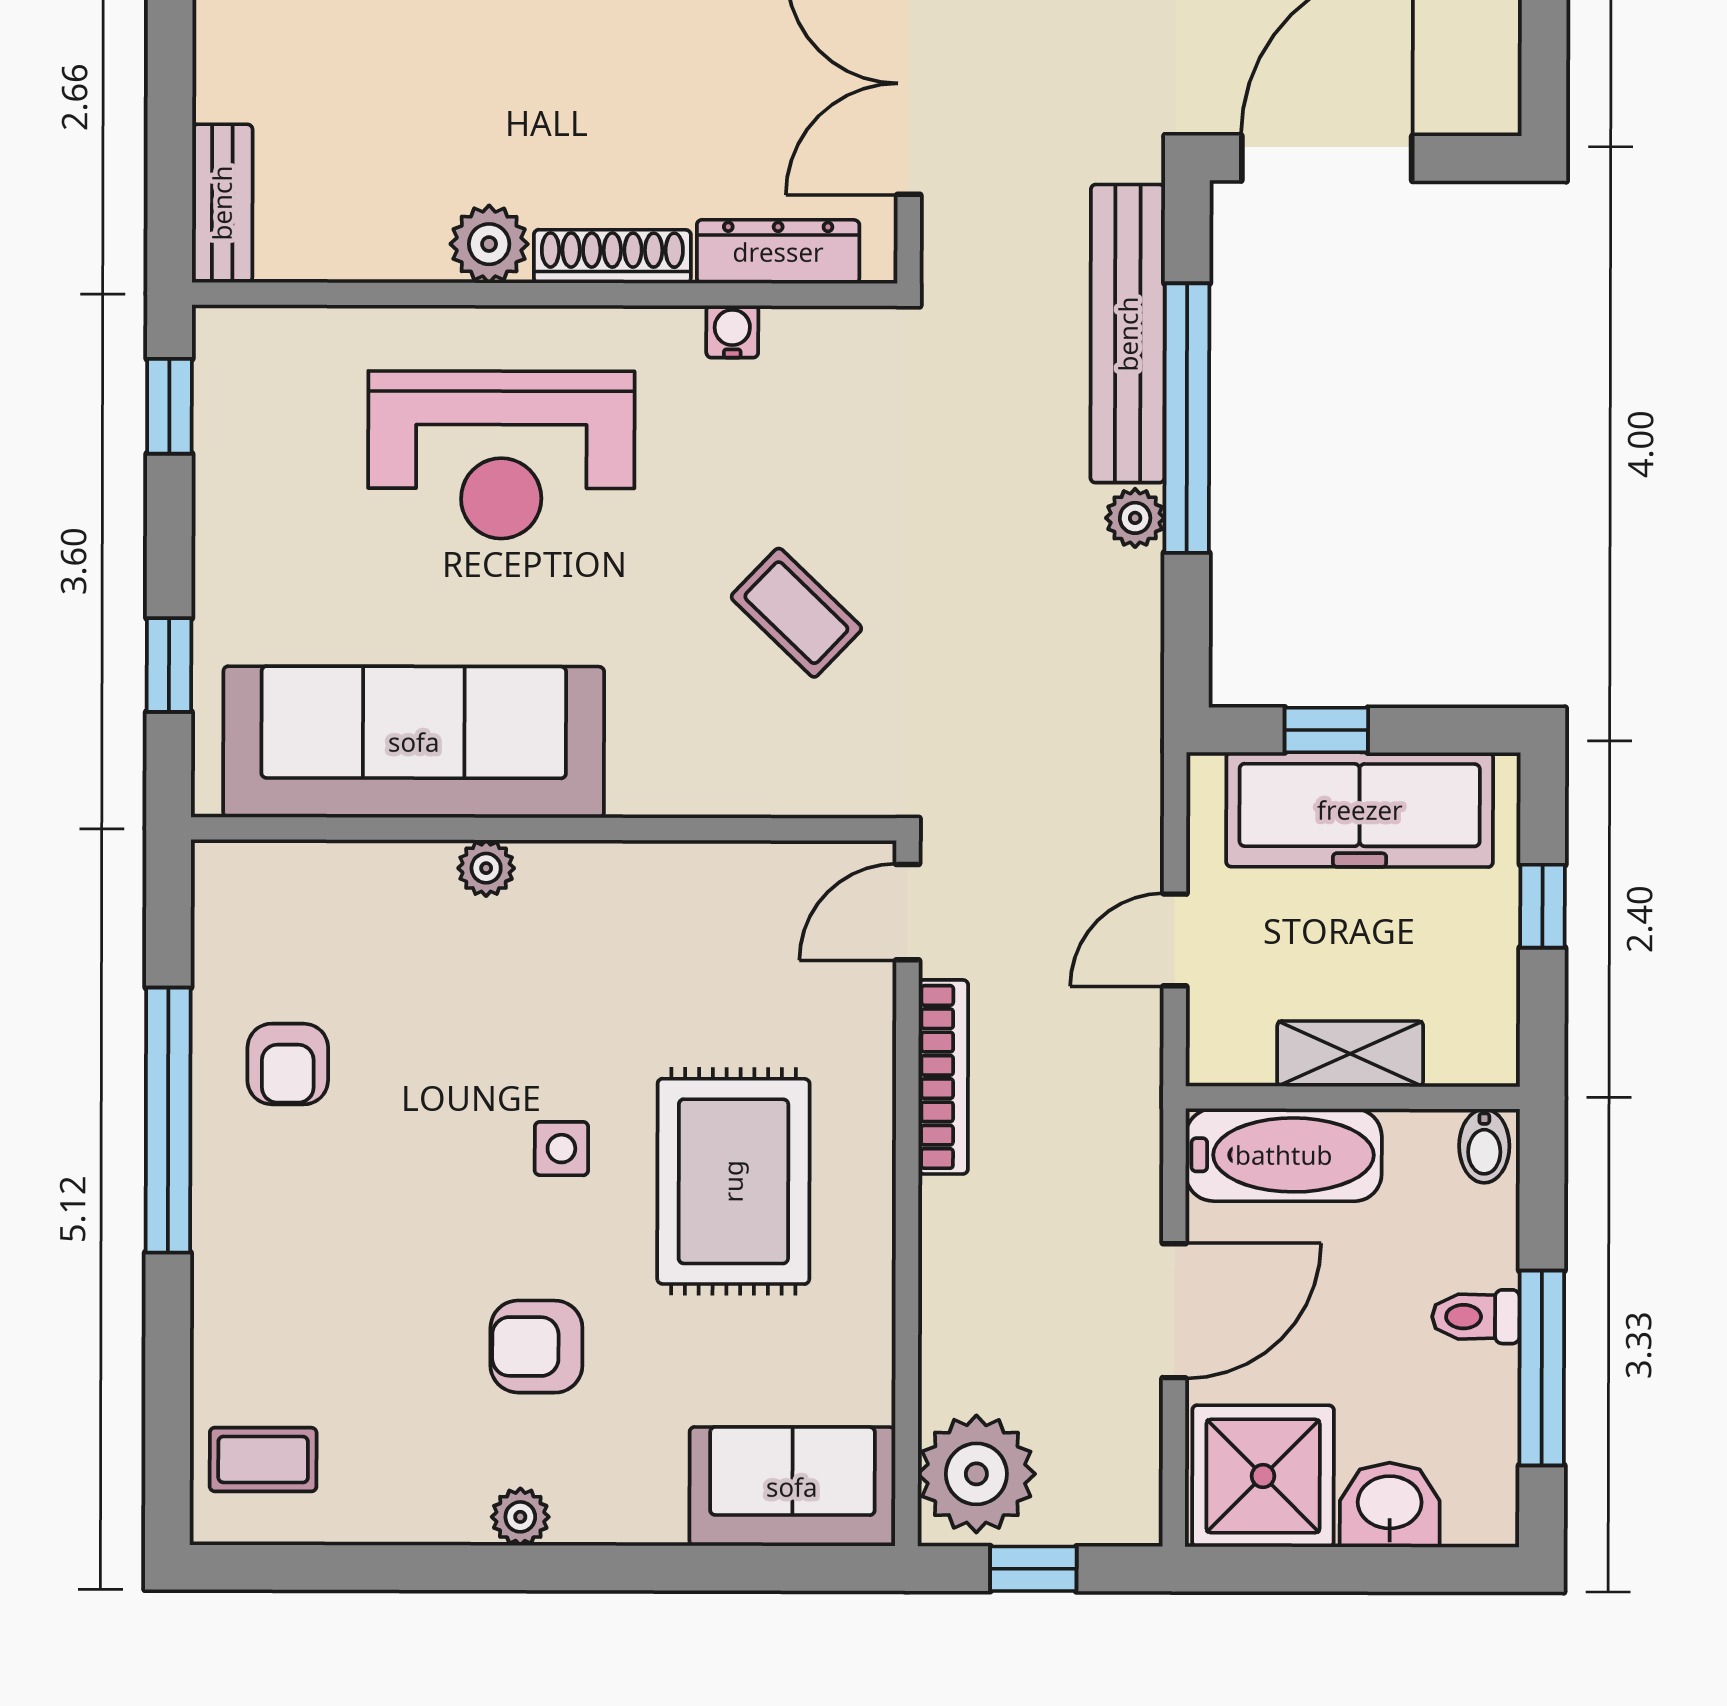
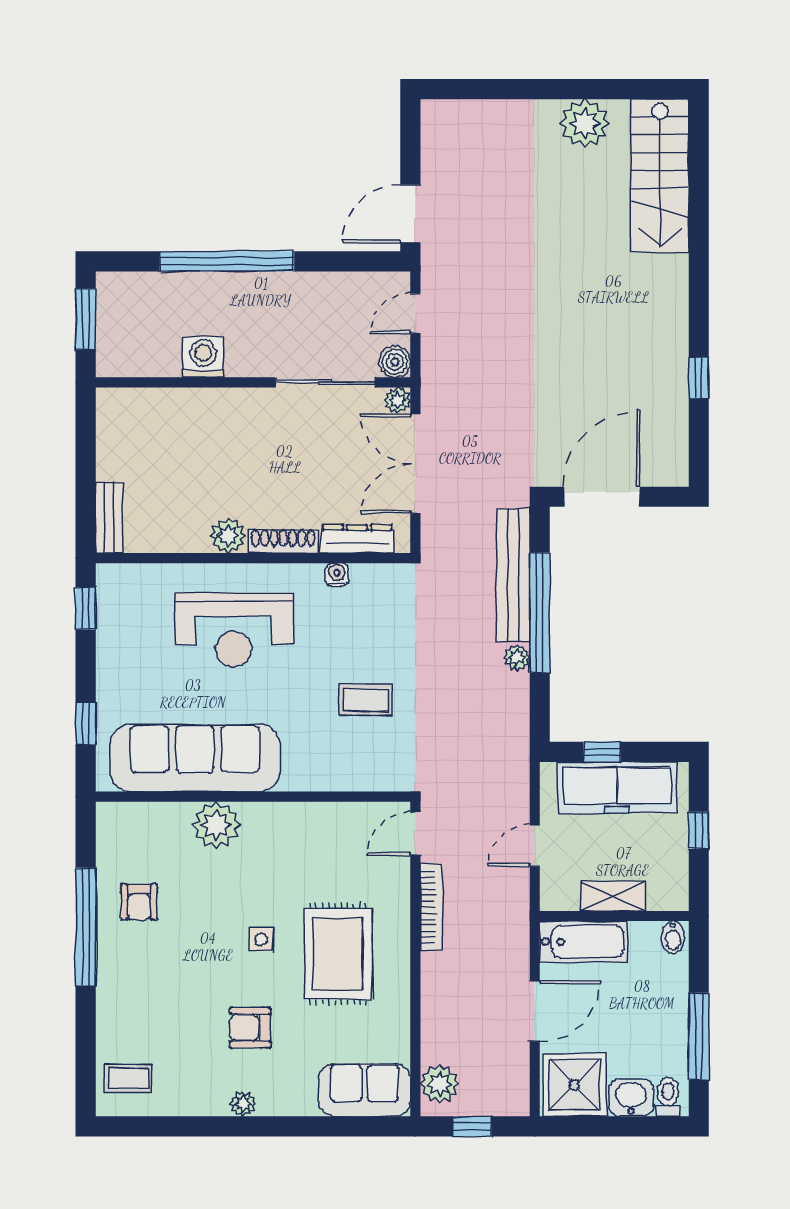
coffee table: (796, 613) -> (366, 700), turned -44
plant: (486, 868) -> (216, 825), width x1.88, depth x1.88
toilet: (1476, 1317) -> (668, 1097), moved, turned 90
plant: (976, 1474) -> (440, 1084), width x0.73, depth x0.73

